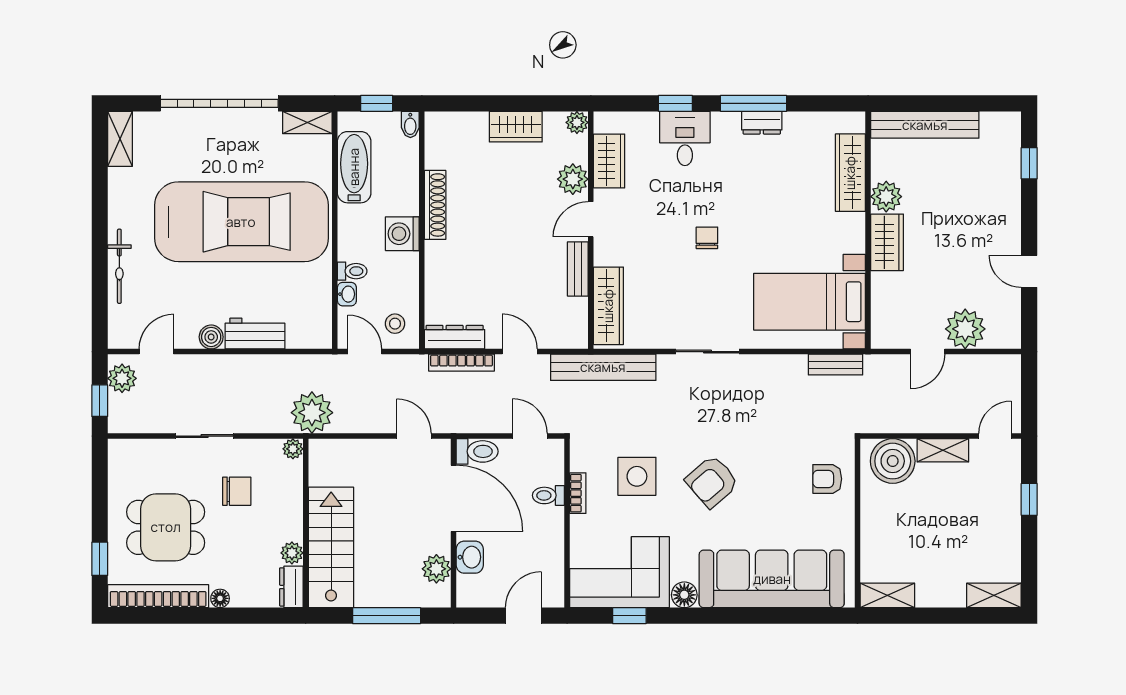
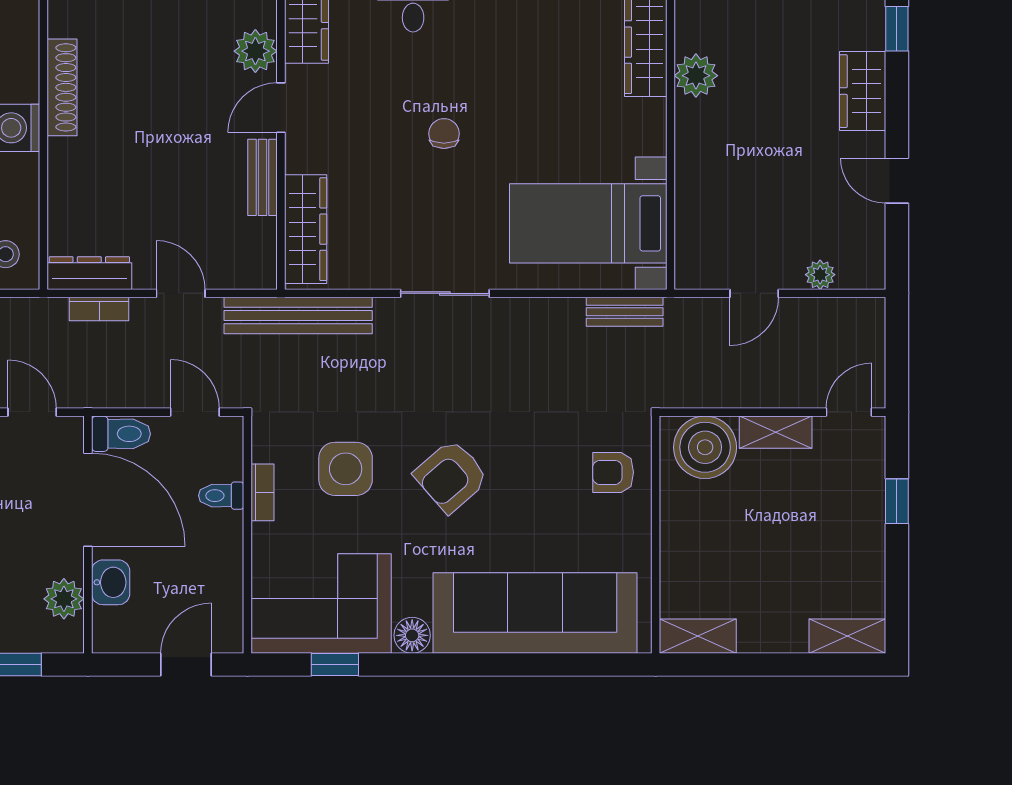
wardrobe: (887, 242) -> (863, 91), moved, turned 180
plant: (965, 329) -> (820, 275), width x0.53, depth x0.53
bookcase: (461, 363) -> (99, 309), width x0.64

